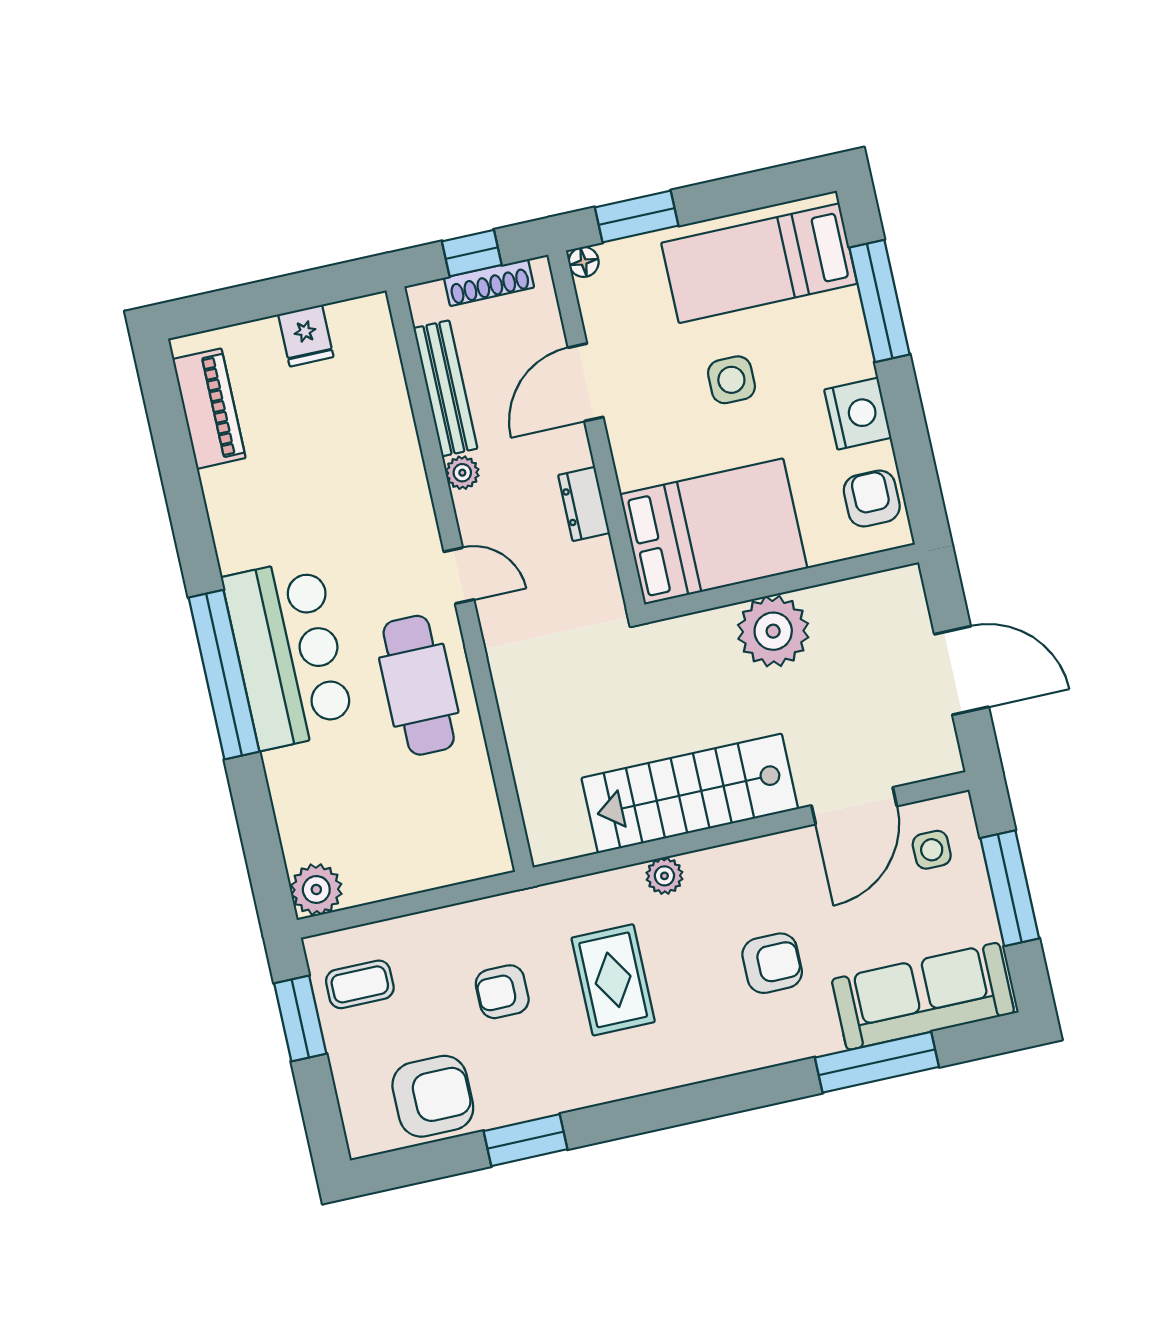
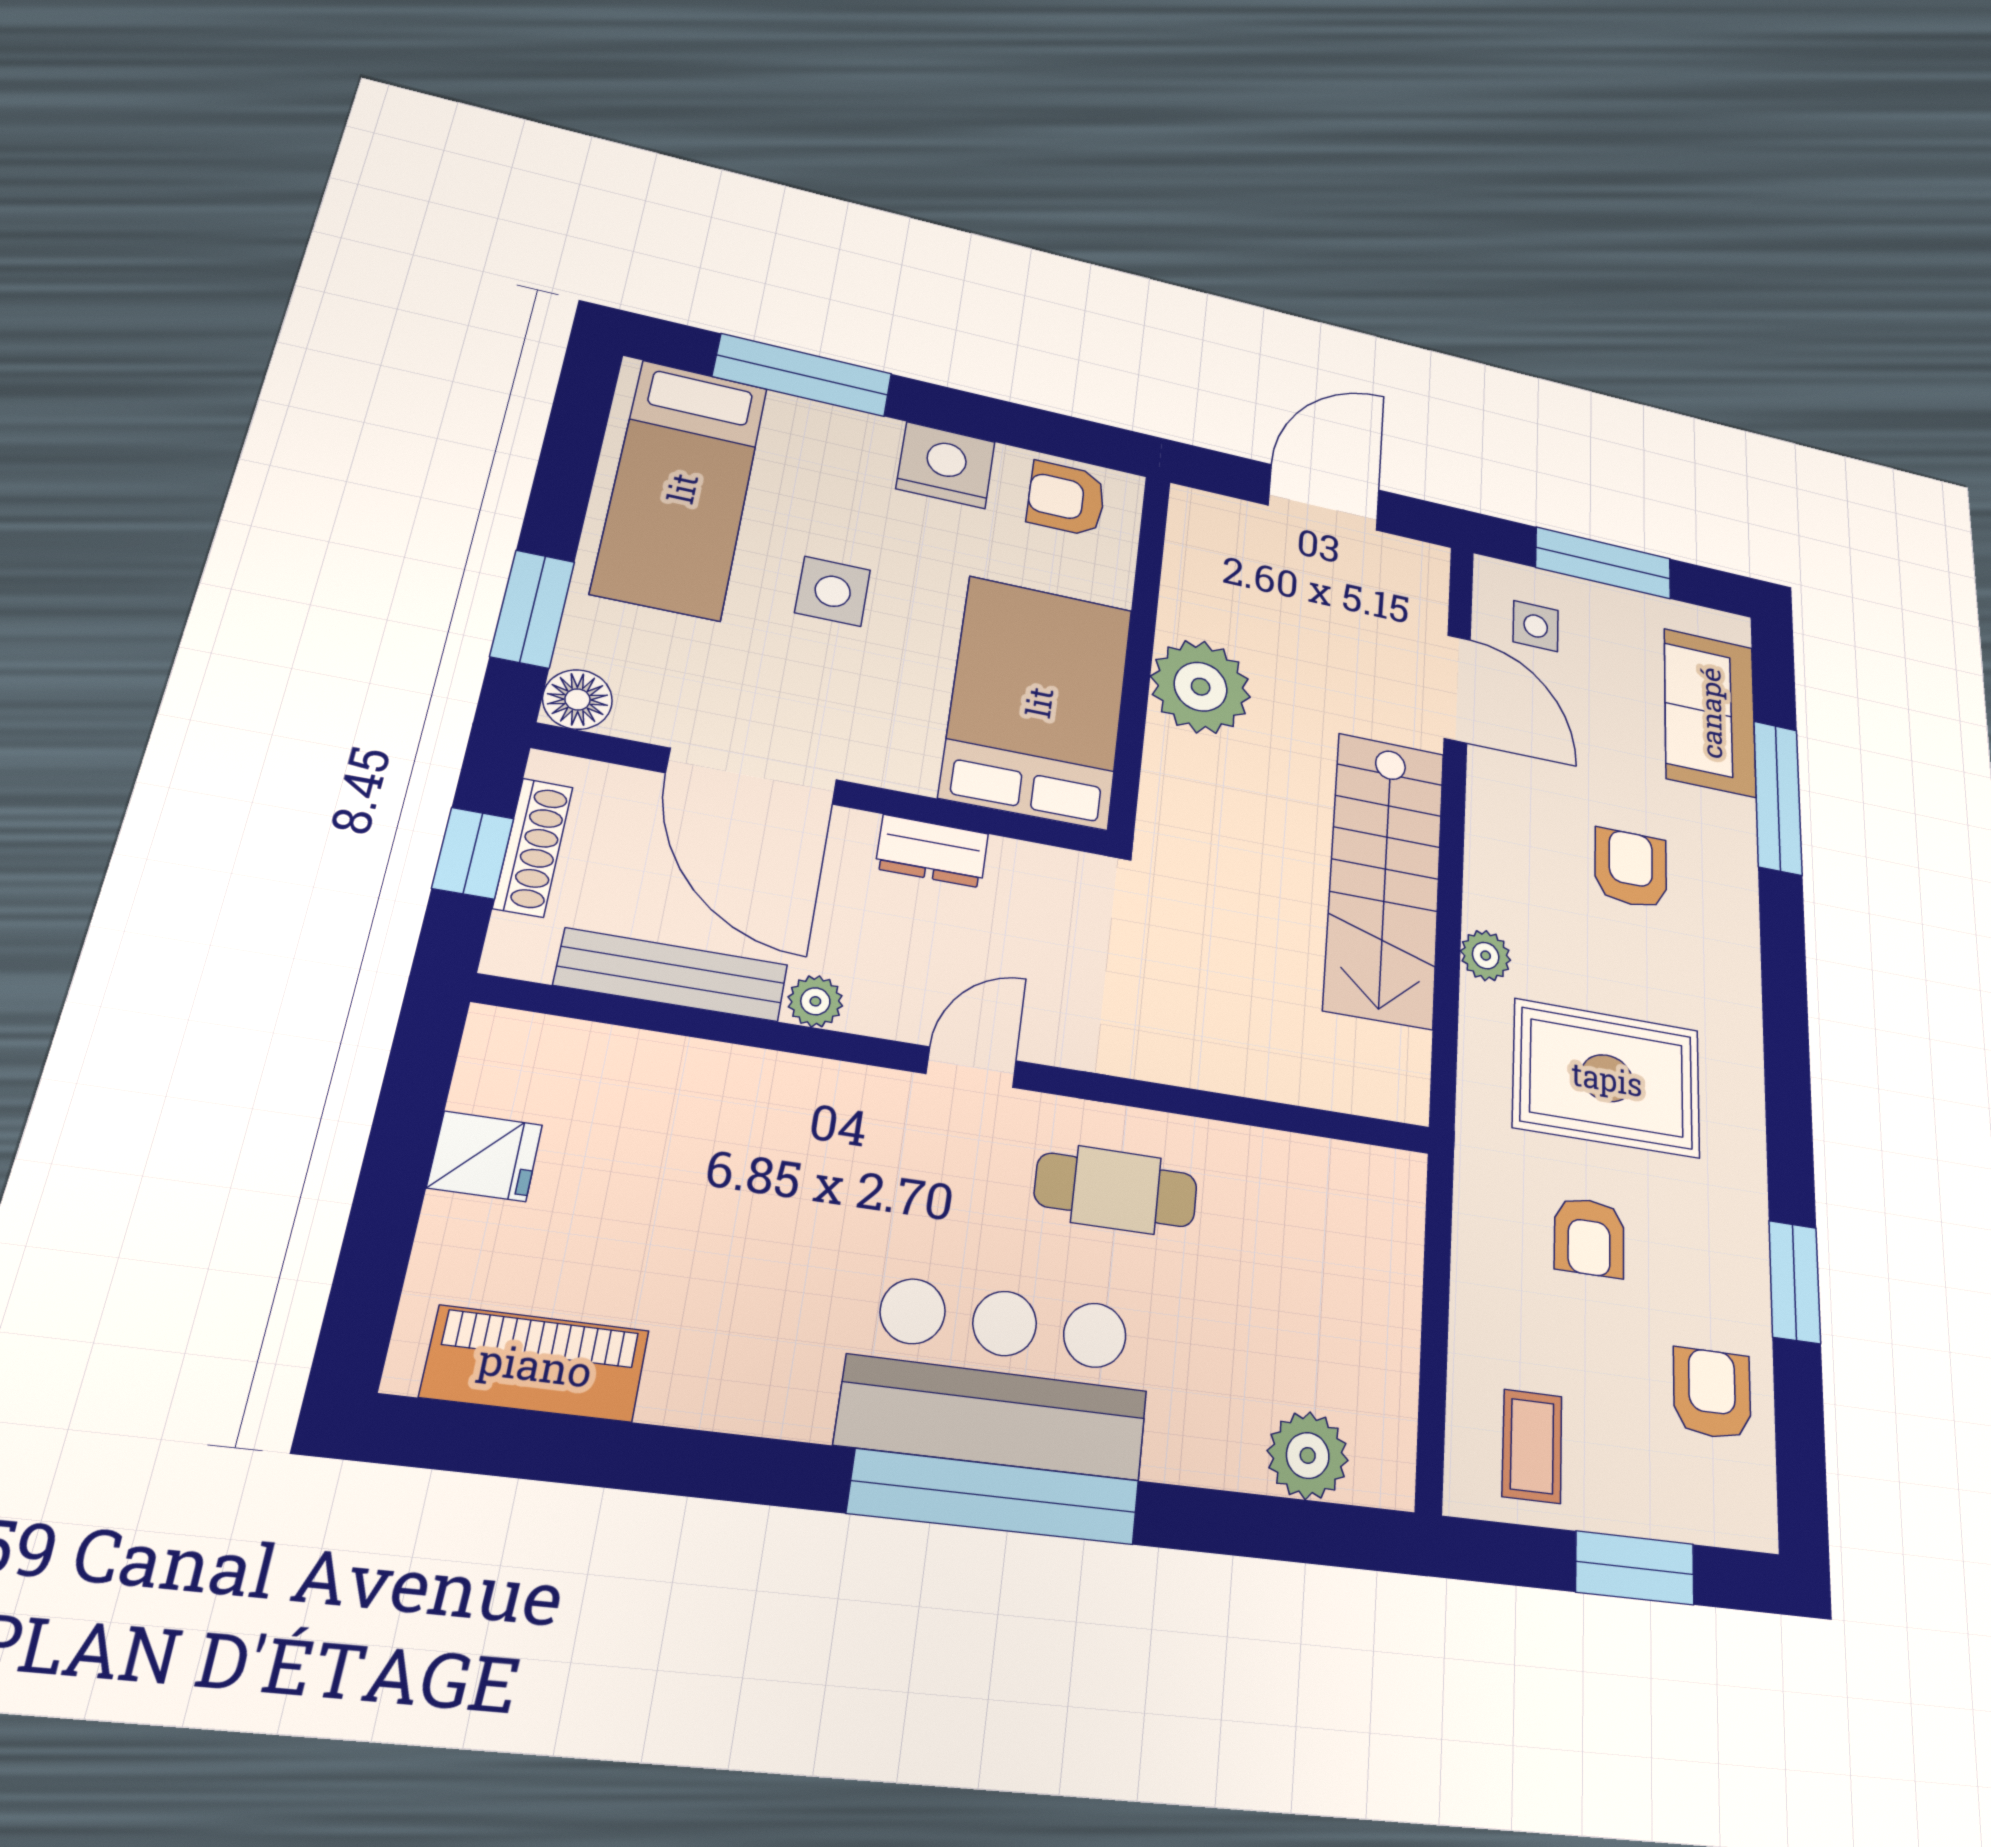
floor lamp: (584, 262) -> (577, 699), width x1.37, depth x1.37
door: (586, 382) -> (752, 776), width x1.36
cafe table: (419, 685) -> (1116, 1190), width x0.73, depth x0.74
plant: (316, 889) -> (1308, 1455), moved
rug: (613, 980) -> (1607, 1078), width x1.36, depth x1.43
sofa: (923, 996) -> (1710, 712), width x0.73
window: (300, 1018) -> (1635, 1568), moved
armchair: (433, 1096) -> (1712, 1394), width x0.72, depth x0.72

